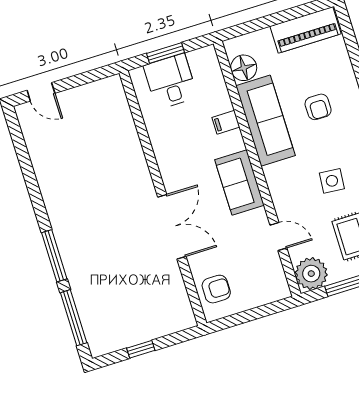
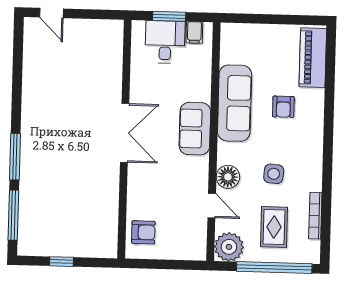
piano: (306, 30) -> (313, 58), moved, turned 90
floor lamp: (244, 68) -> (228, 177), moved
filing cabinet: (226, 122) -> (194, 32), moved, turned -90
sofa: (239, 182) -> (195, 129), moved
double door: (172, 227) -> (125, 133), moved

